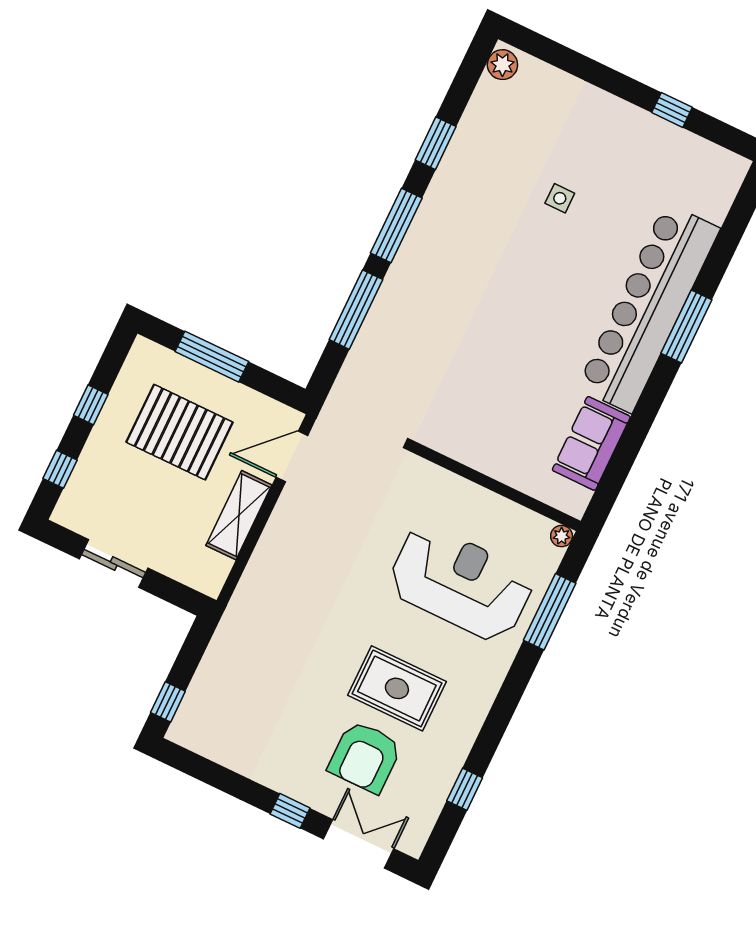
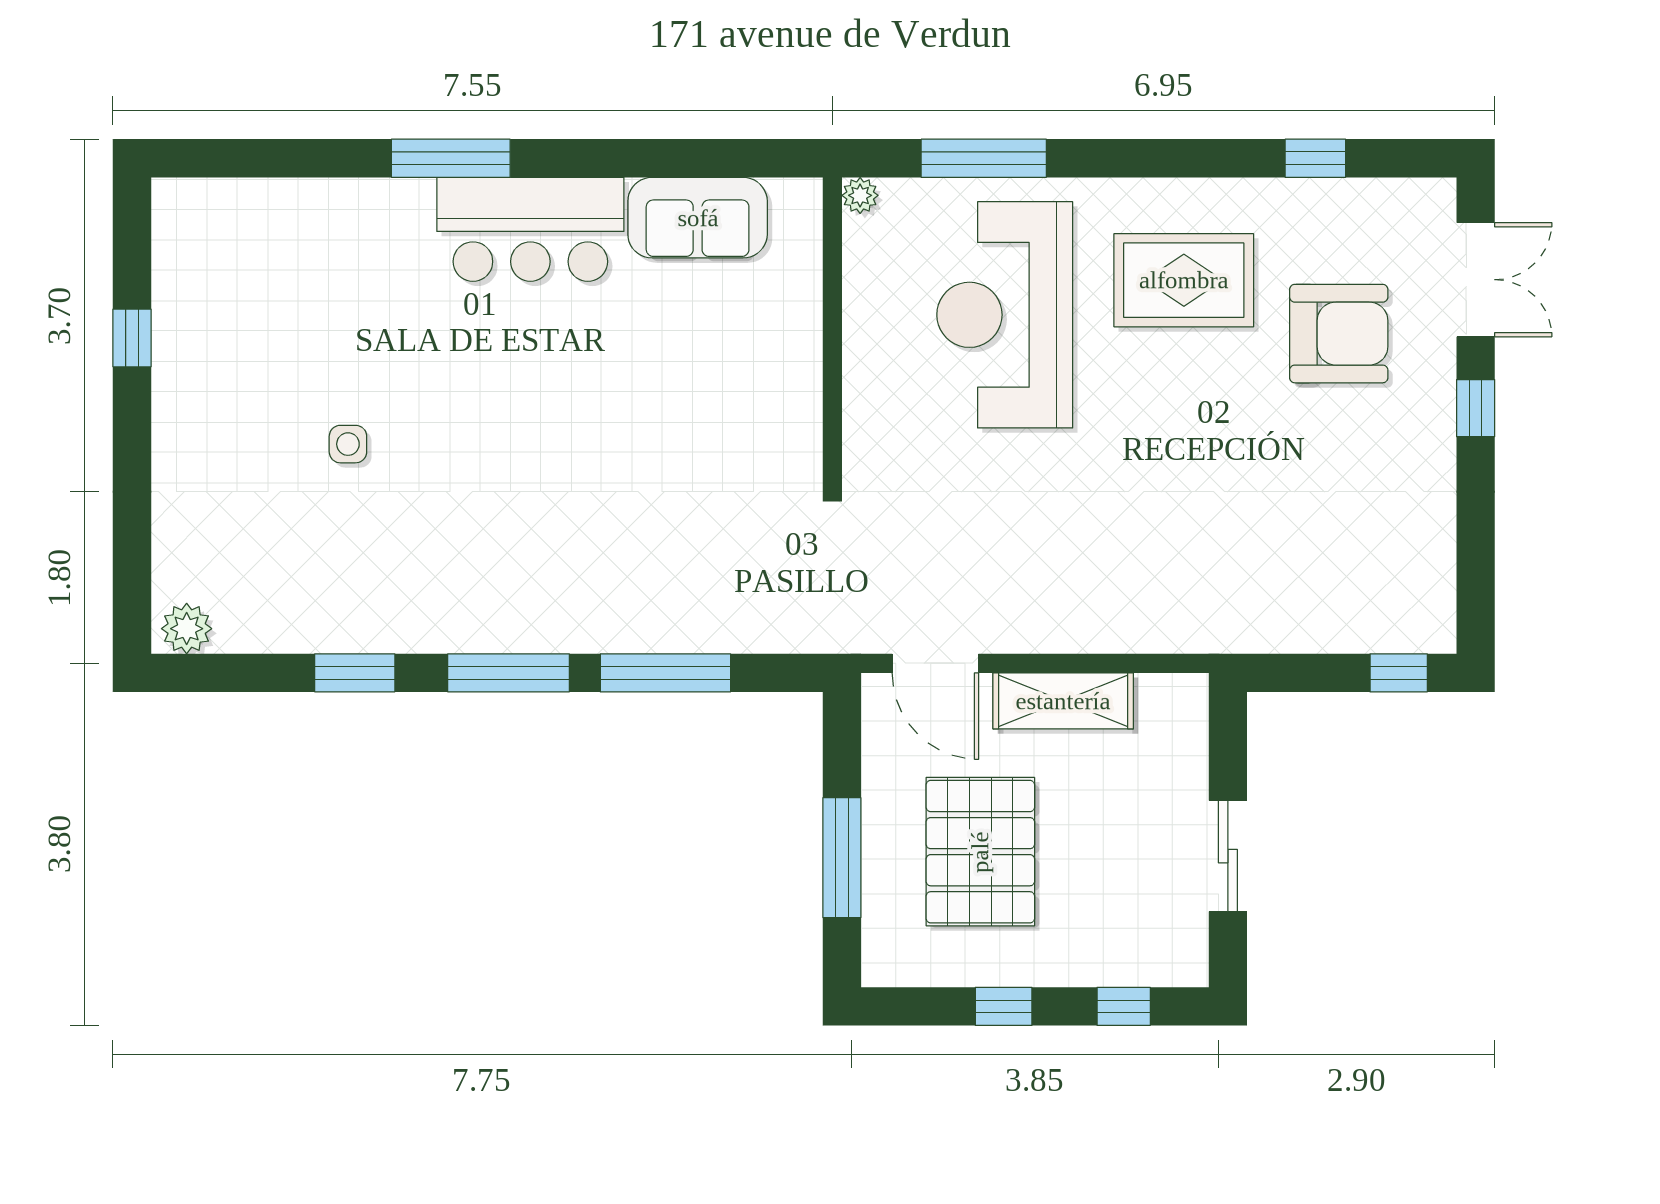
bar counter: (649, 308) -> (530, 229), width x0.54
rug: (397, 688) -> (1184, 280), moved, turned 90
double door: (359, 844) -> (1476, 280), swing flipped

